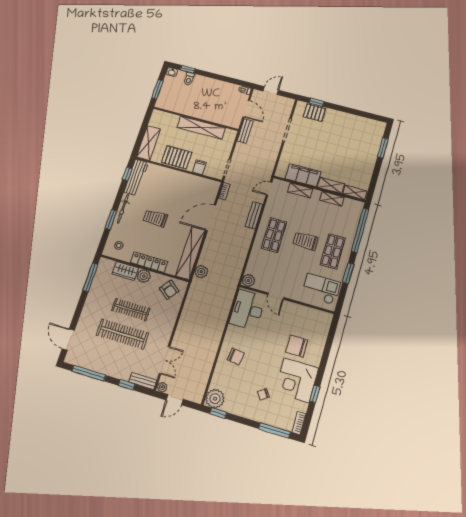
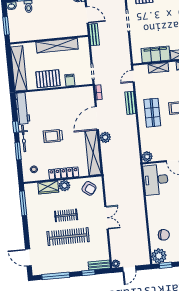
shelving: (148, 143) -> (19, 68), width x1.47
window: (127, 174) -> (16, 127), moved
plant: (201, 272) -> (105, 137), moved
clothes rail: (131, 309) -> (66, 215), width x0.73
chair: (236, 356) -> (164, 235), moved
double door: (164, 360) -> (106, 218), moved

